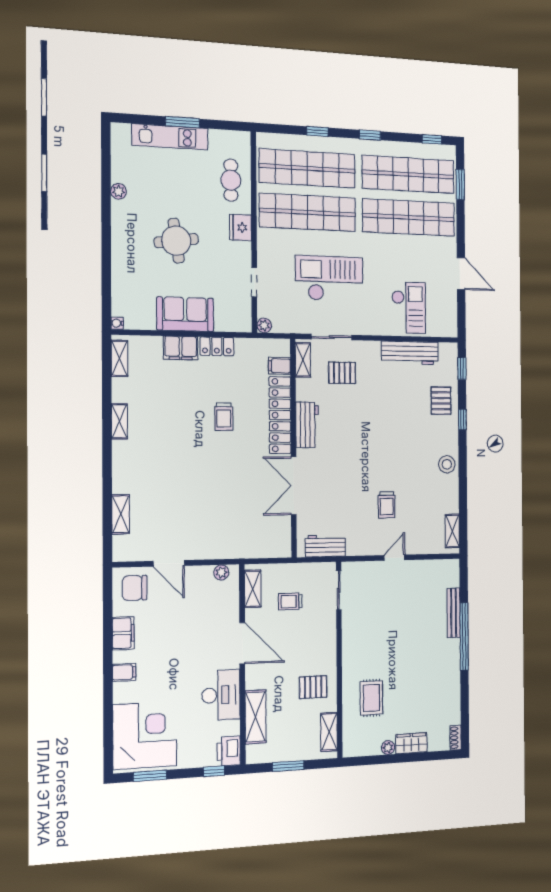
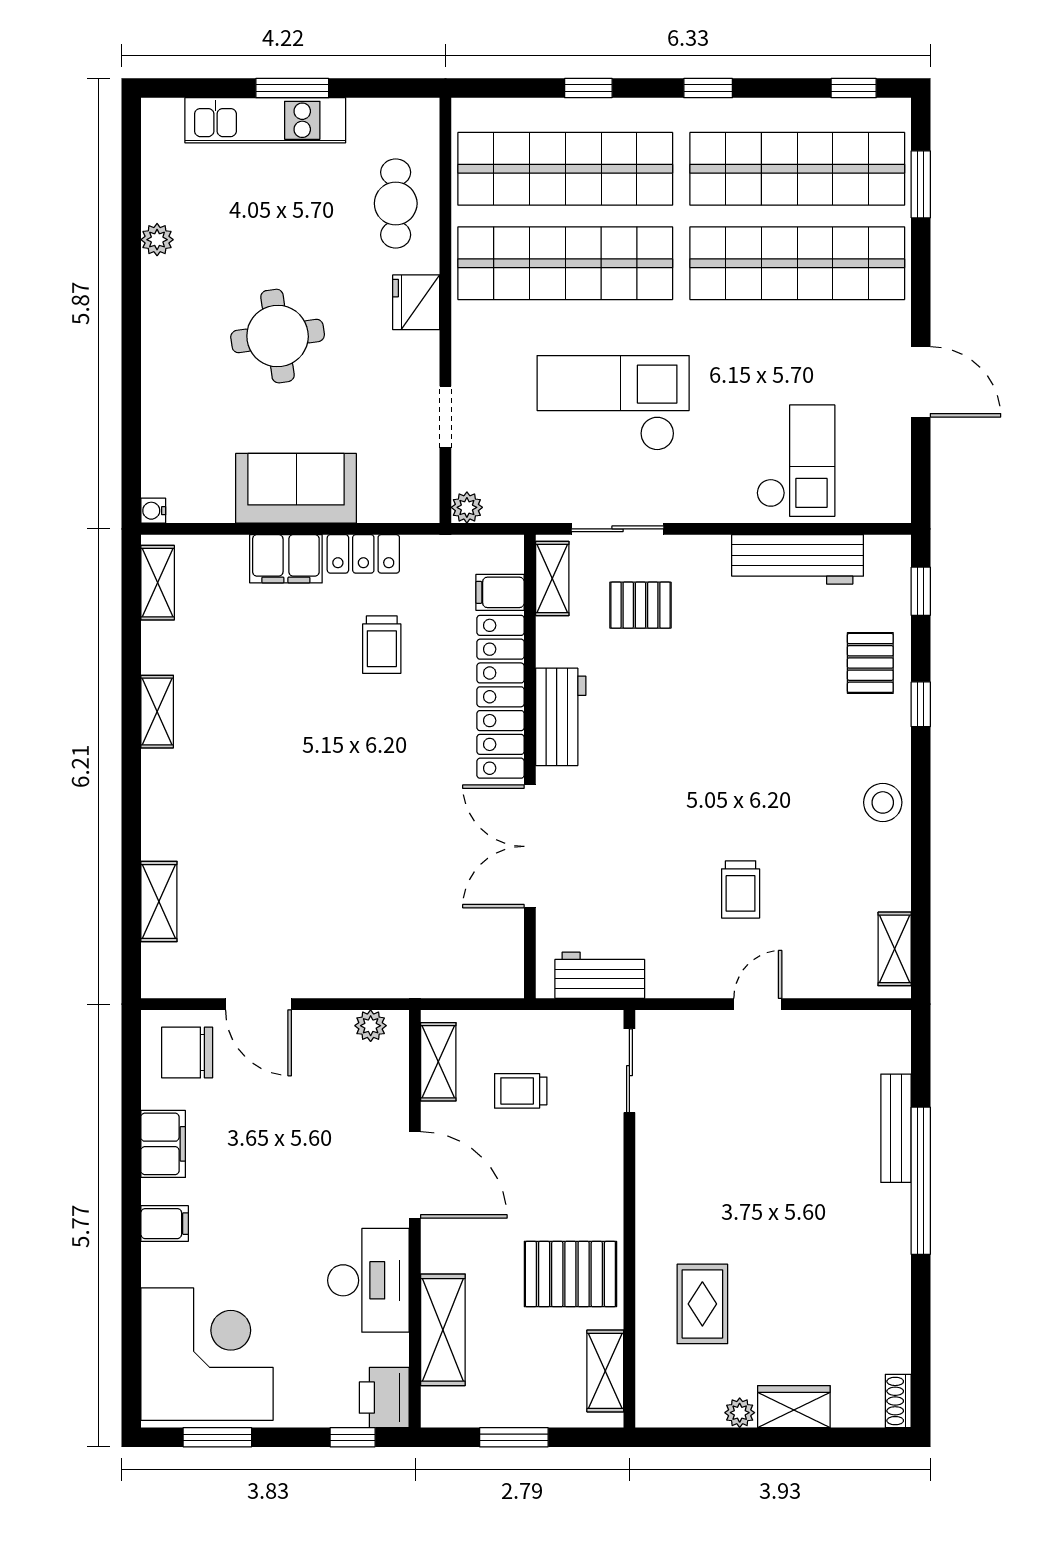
trolley: (224, 417) -> (382, 645), moved
pallet: (313, 687) -> (570, 1274), width x1.50, depth x1.42

